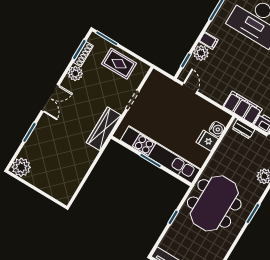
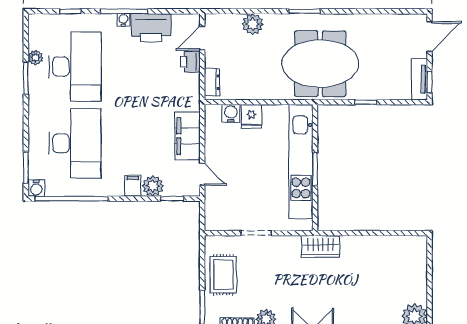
door: (190, 88) -> (202, 174), swing flipped
filing cabinet: (243, 108) -> (188, 136), moved
wardrobe: (104, 129) -> (320, 246), width x0.67

